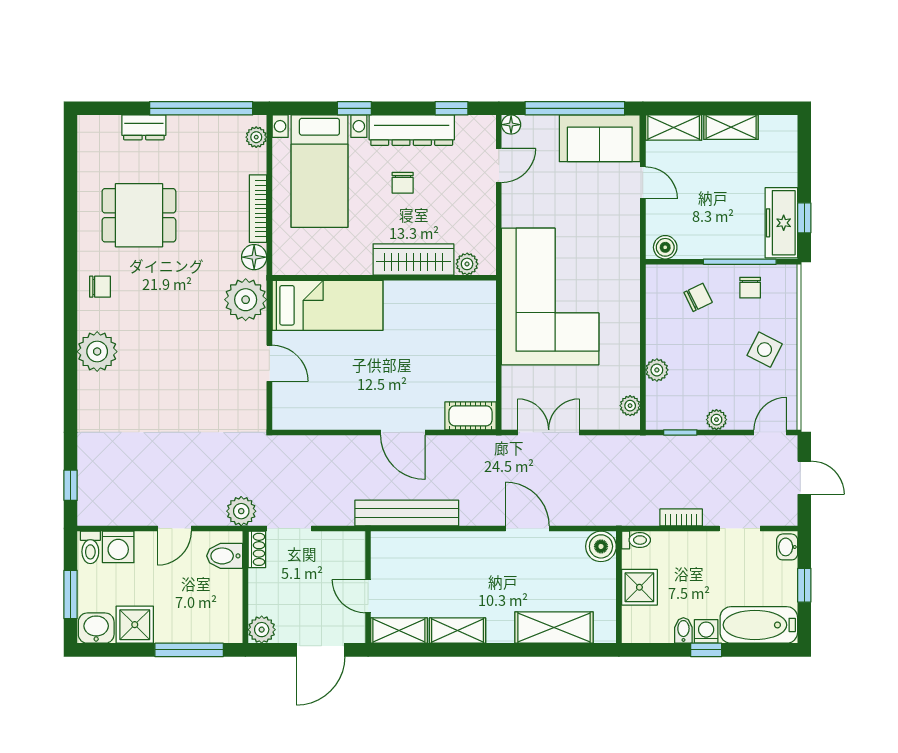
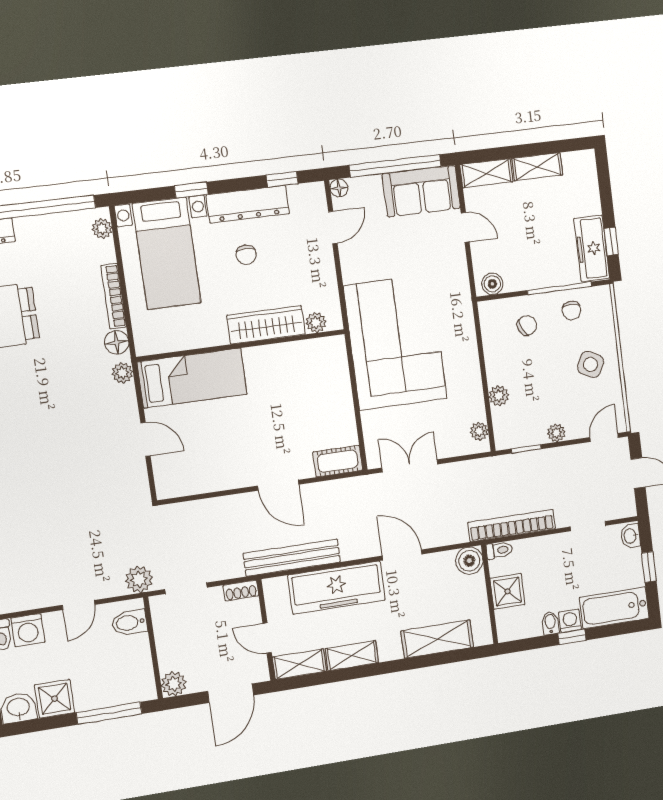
plant: (246, 300) -> (122, 373), width x0.53, depth x0.53
bookcase: (681, 517) -> (512, 526), width x2.31, depth x1.31
shoe rack: (257, 549) -> (241, 590), moved, turned 90
freezer: (451, 553) -> (337, 588), added

